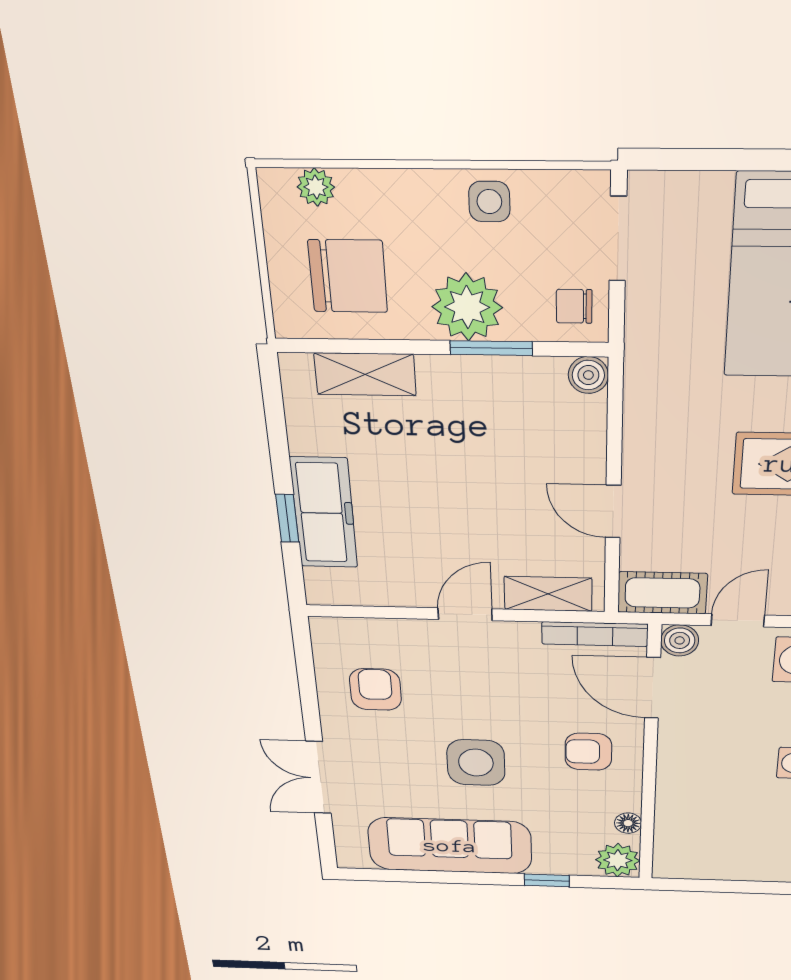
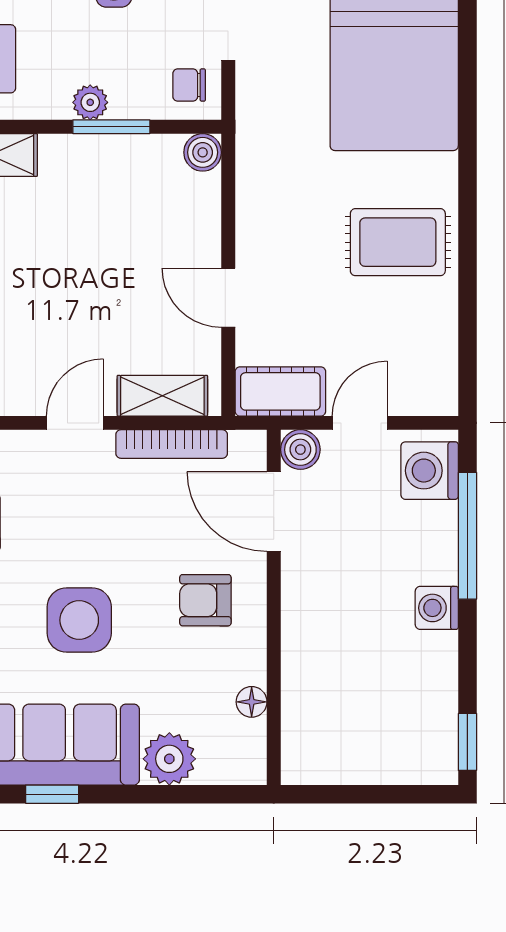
plant: (467, 307) -> (90, 102), width x0.53, depth x0.53
bookcase: (595, 634) -> (172, 444), moved
plant: (618, 860) -> (169, 759), moved
window: (547, 880) -> (52, 794), moved

